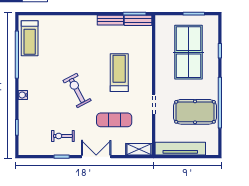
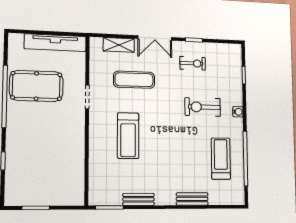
bench: (138, 20) -> (192, 199), moved
treadmill: (30, 38) -> (221, 159), moved
table tennis table: (188, 52) -> (43, 160), removed
exercise bike: (77, 90) -> (203, 107), moved, turned 118
shelving: (139, 149) -> (119, 45), moved

